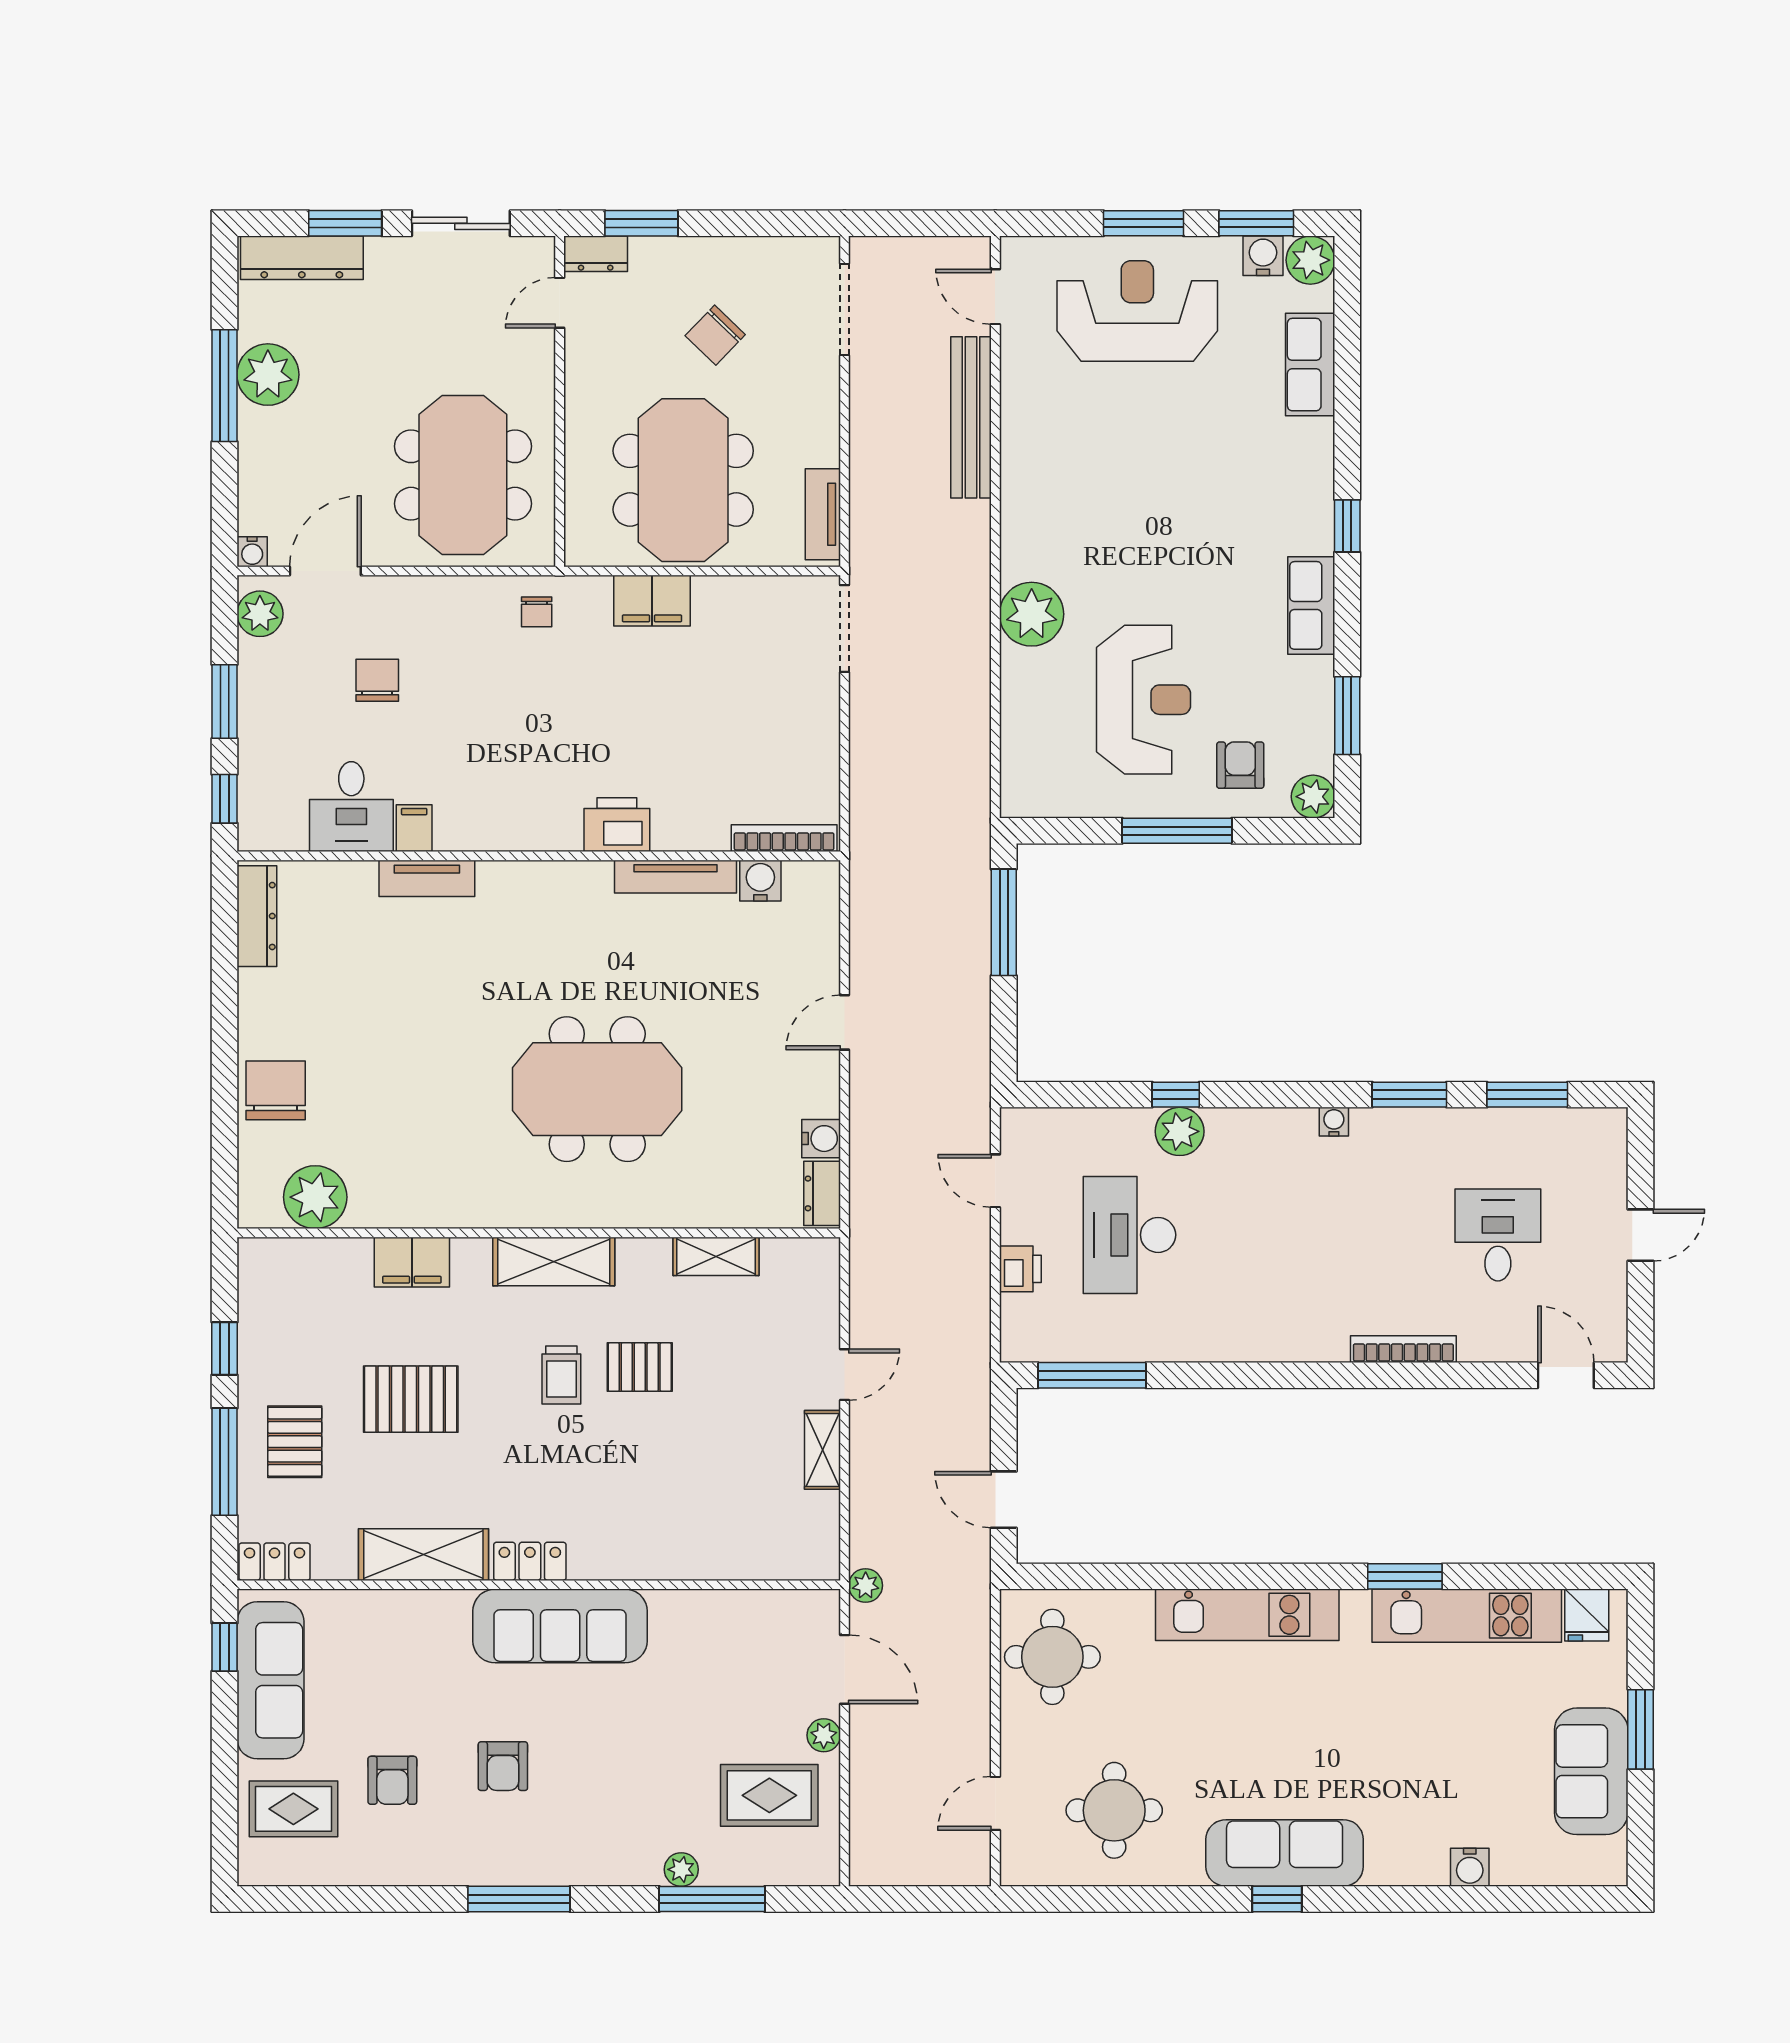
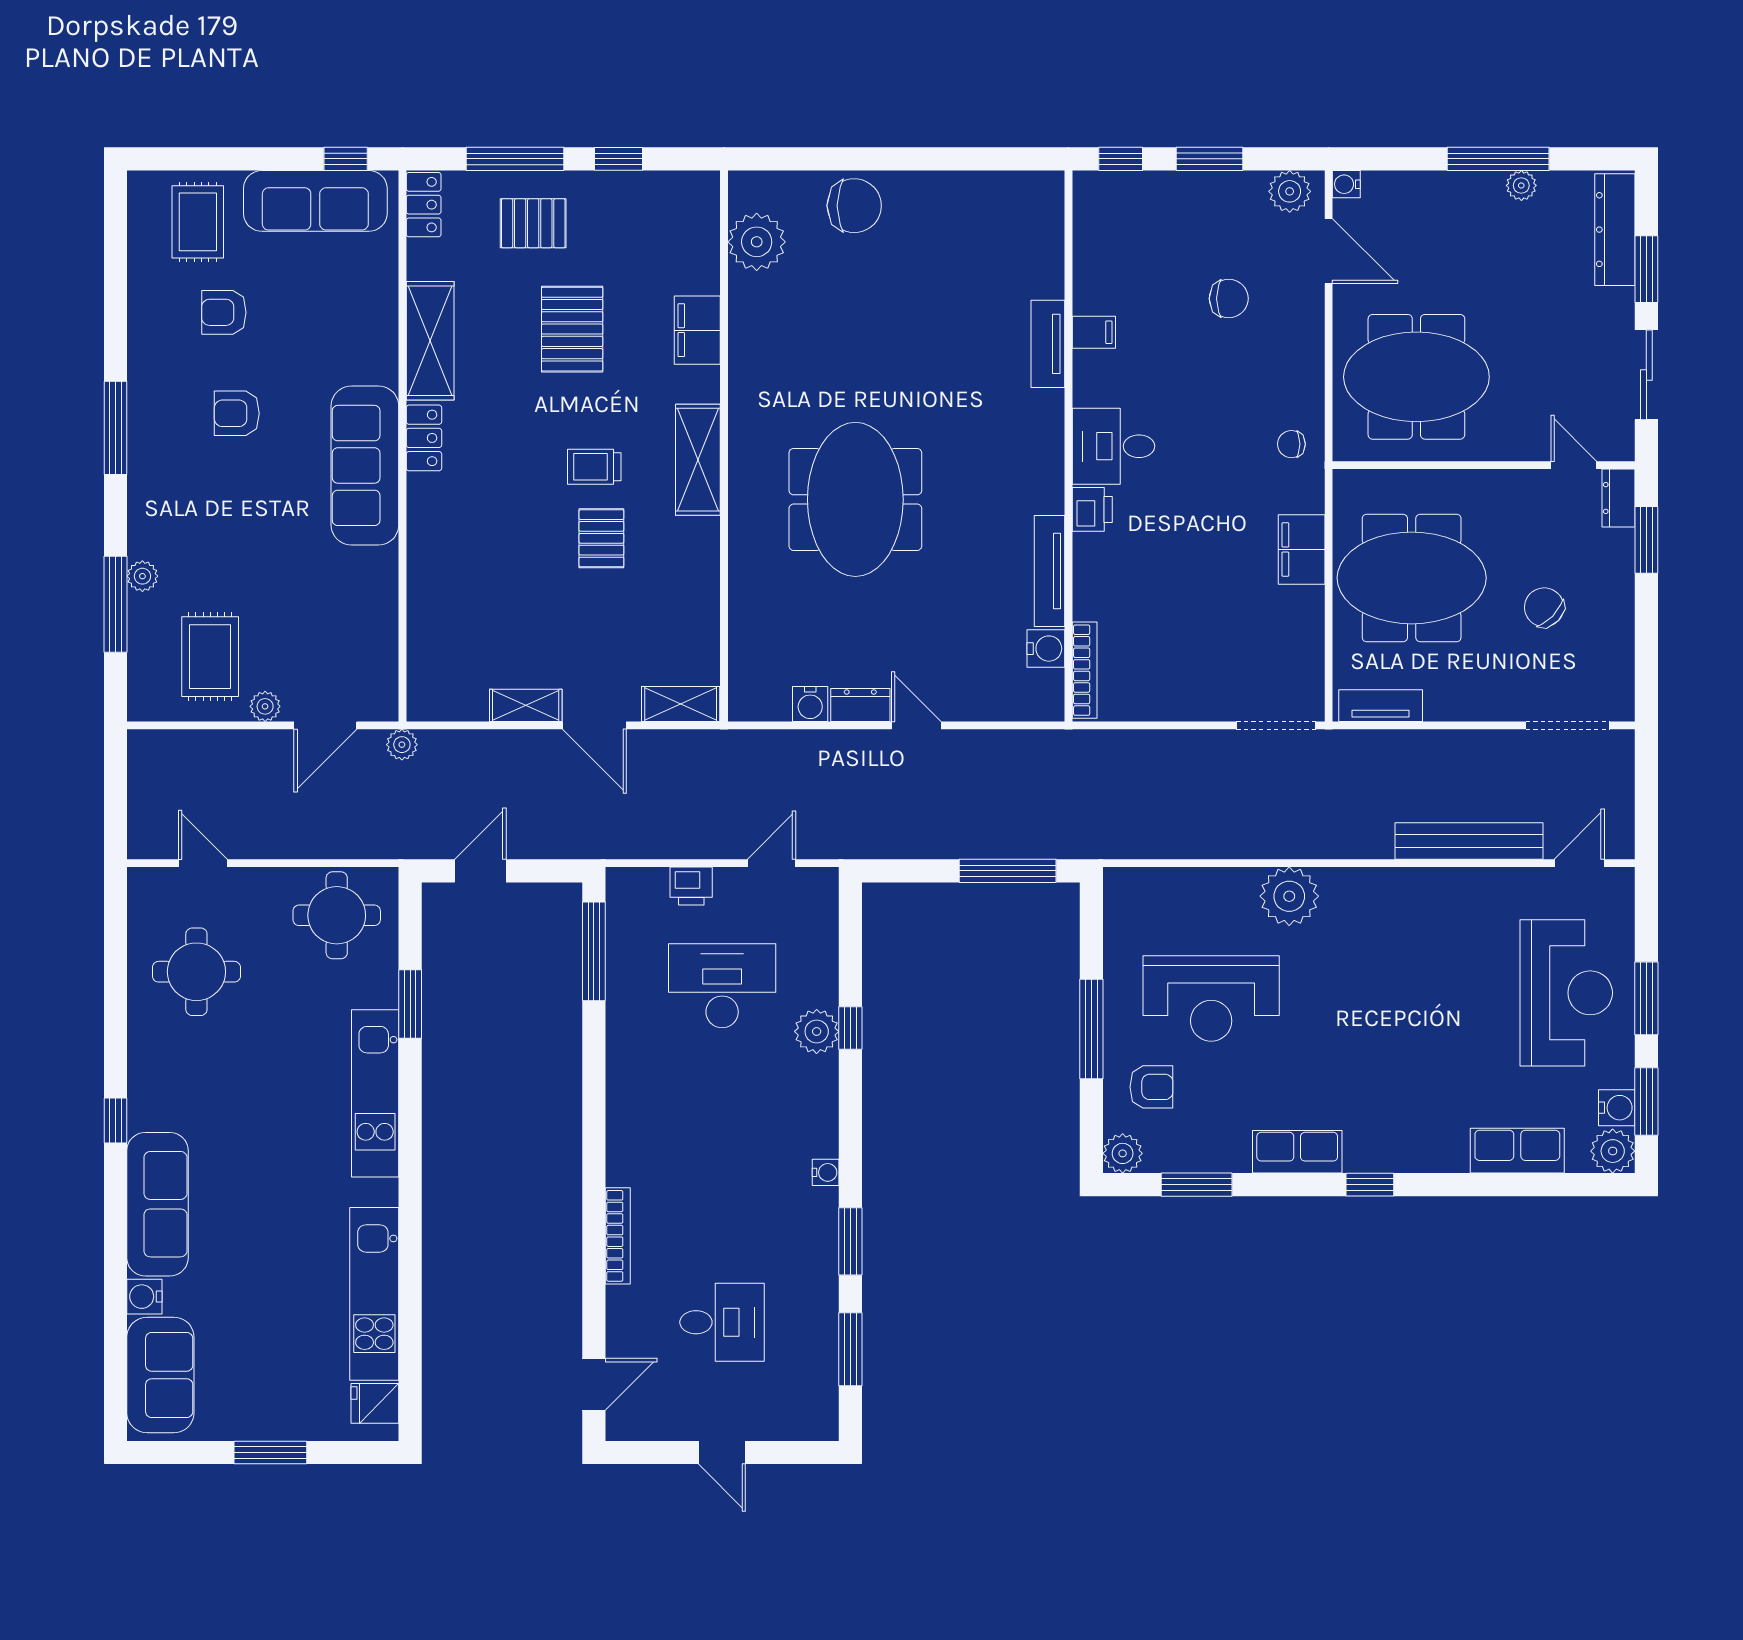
plant: (268, 375) -> (1521, 185), width x0.53, depth x0.53
desk: (351, 807) -> (1113, 446), moved
printer: (617, 825) -> (1092, 509), width x0.73, depth x0.81
dresser: (257, 916) -> (1013, 189), removed
dresser: (822, 1193) -> (860, 705), moved
shelving: (716, 1256) -> (681, 704), moved, turned 90
door: (845, 1375) -> (594, 725), width x1.38
window: (1405, 1576) -> (410, 1004), moved
sofa: (1591, 1771) -> (160, 1375), moved, turned 90
sofa: (1285, 1853) -> (158, 1204), moved

